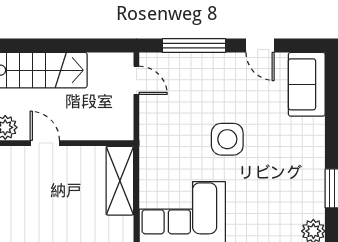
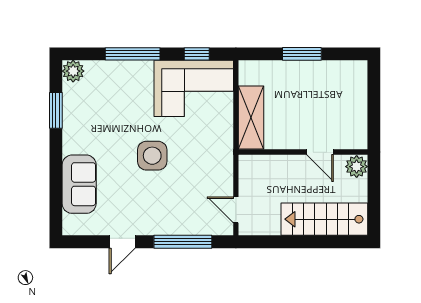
door: (260, 46) -> (122, 242), swing flipped
sofa: (307, 84) -> (79, 184), moved

